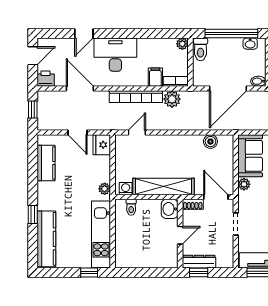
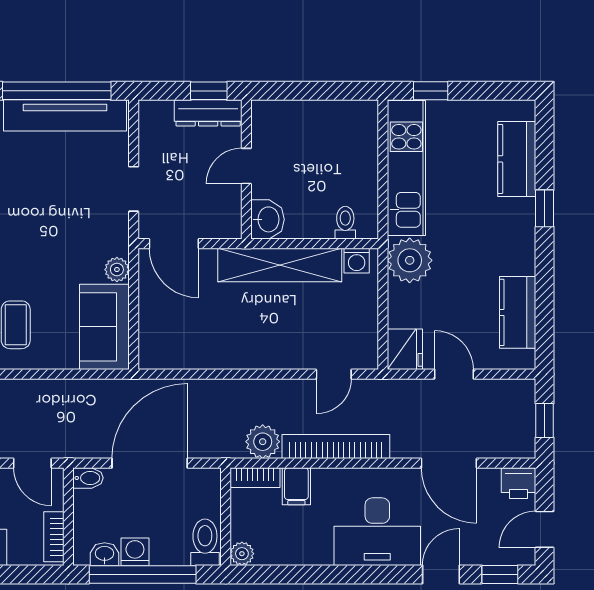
window: (55, 34) -> (500, 574), added
washing machine: (235, 45) -> (135, 552), added
boiler: (210, 142) -> (185, 356), removed
plant: (105, 189) -> (410, 260), width x1.88, depth x1.88
shoe rack: (193, 204) -> (221, 229), removed
kitchen counter: (46, 239) -> (517, 159), width x0.67

